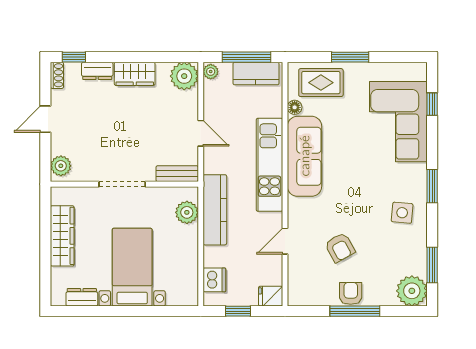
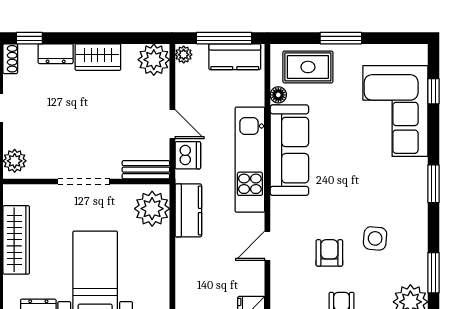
kitchen counter: (215, 210) -> (188, 210), width x0.67
plant: (187, 212) -> (152, 209), width x1.36, depth x1.36
side table: (402, 213) -> (375, 238), moved
armchair: (340, 248) -> (329, 253), turned -151
dishwasher: (214, 280) -> (188, 155), moved

